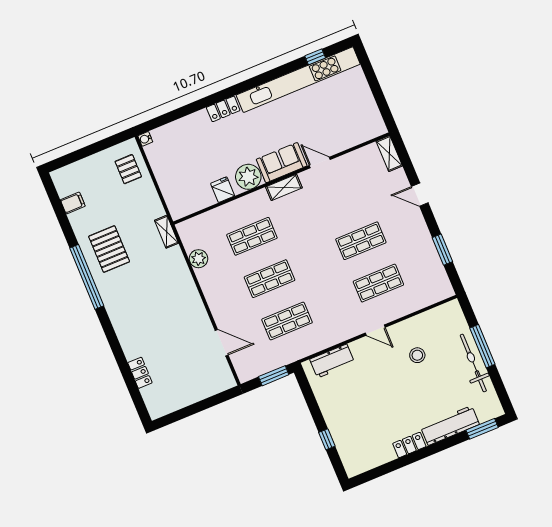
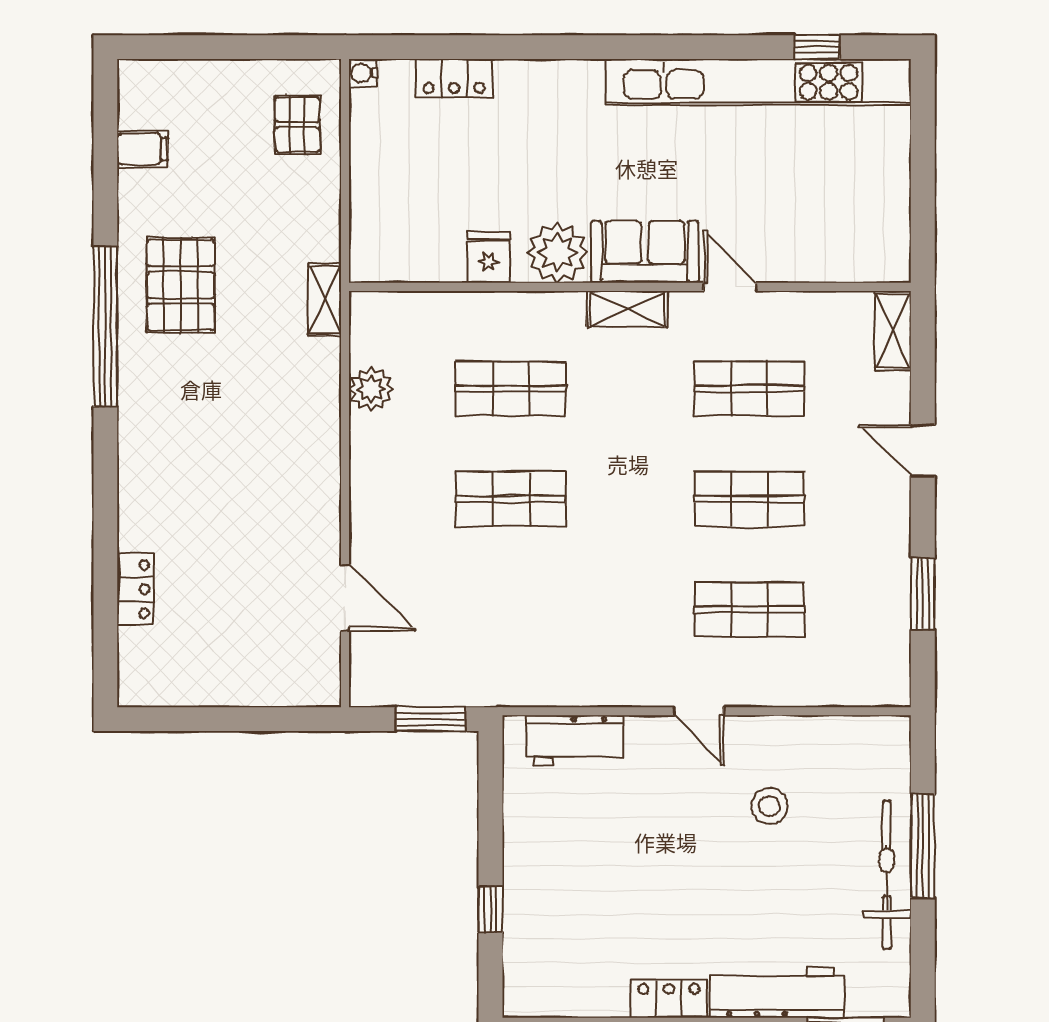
locker: (223, 109) -> (454, 78), moved
shop shelf: (287, 321) -> (749, 389), moved

